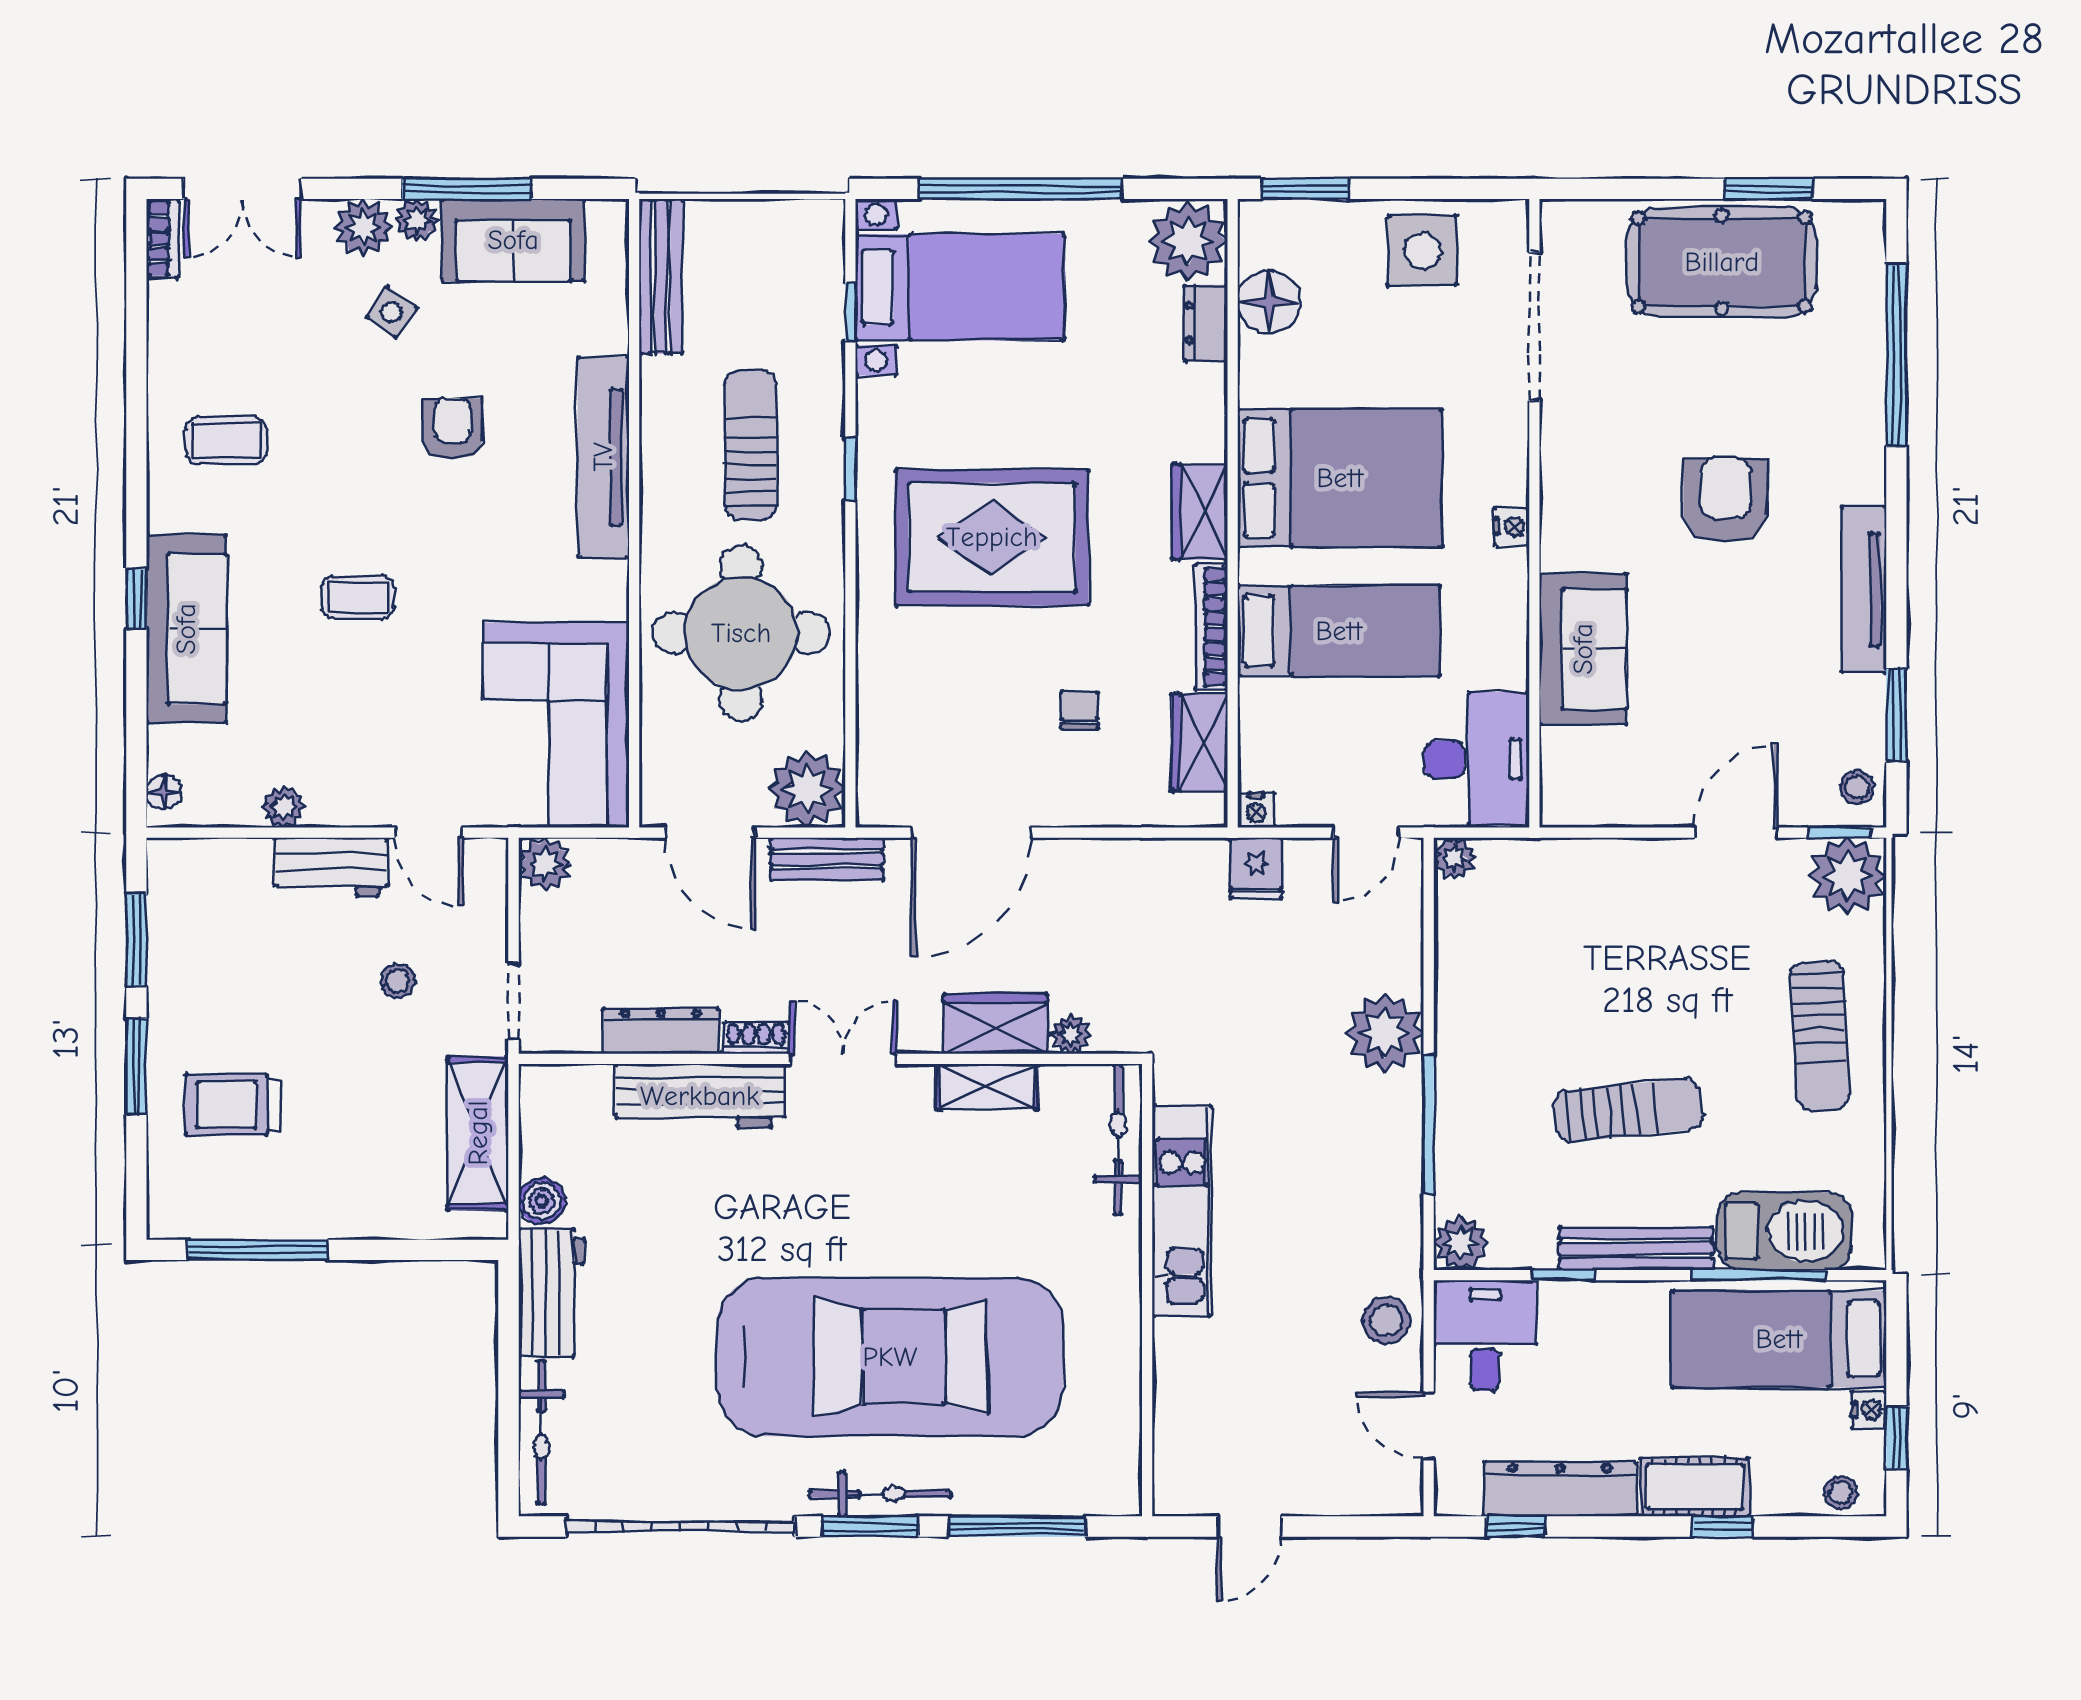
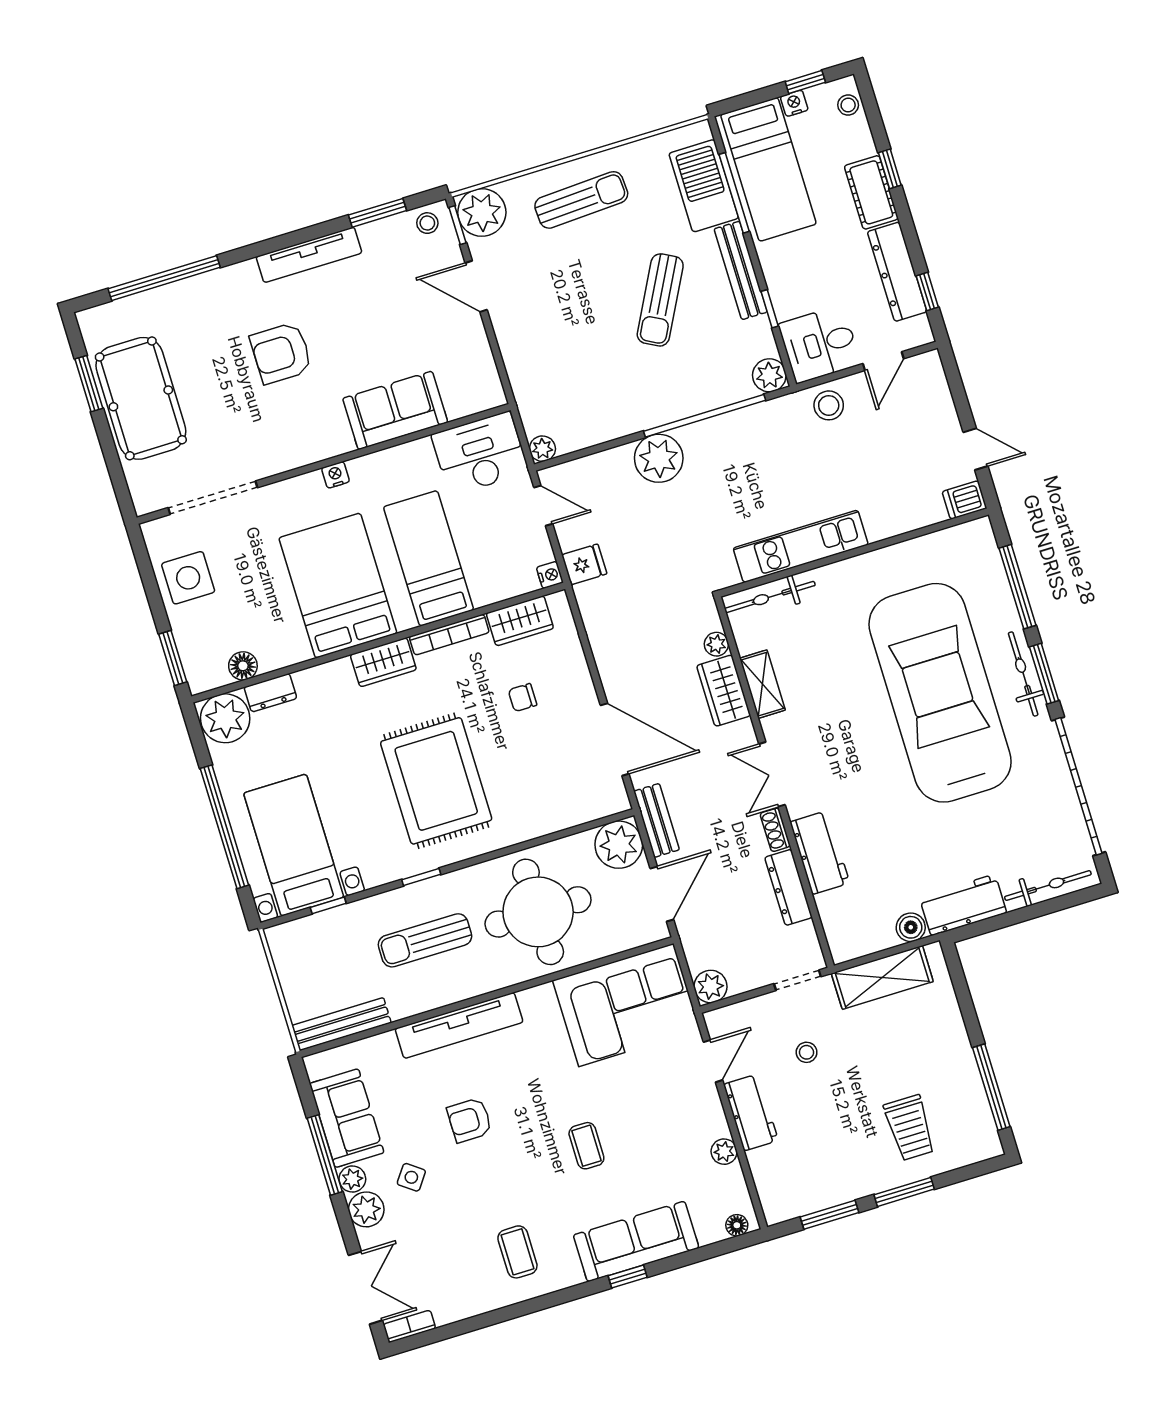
floor lamp: (1269, 302) -> (243, 666), width x0.73, depth x0.73
workbench: (700, 1096) -> (820, 853), width x0.73
sun lounger: (1628, 1110) -> (660, 300), turned -146
window: (1429, 1124) -> (705, 416), width x1.46
dishwasher: (1176, 1486) -> (964, 500), added

